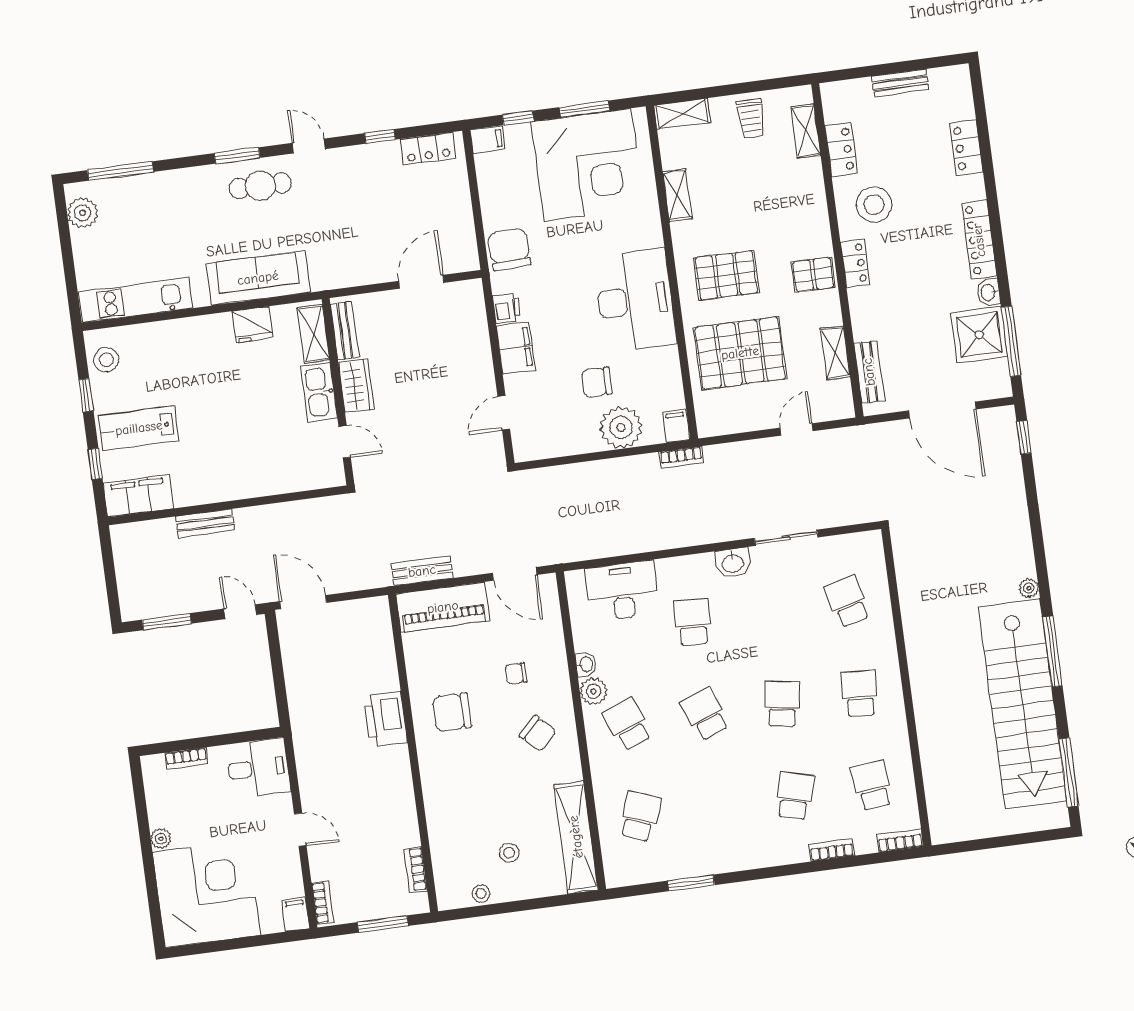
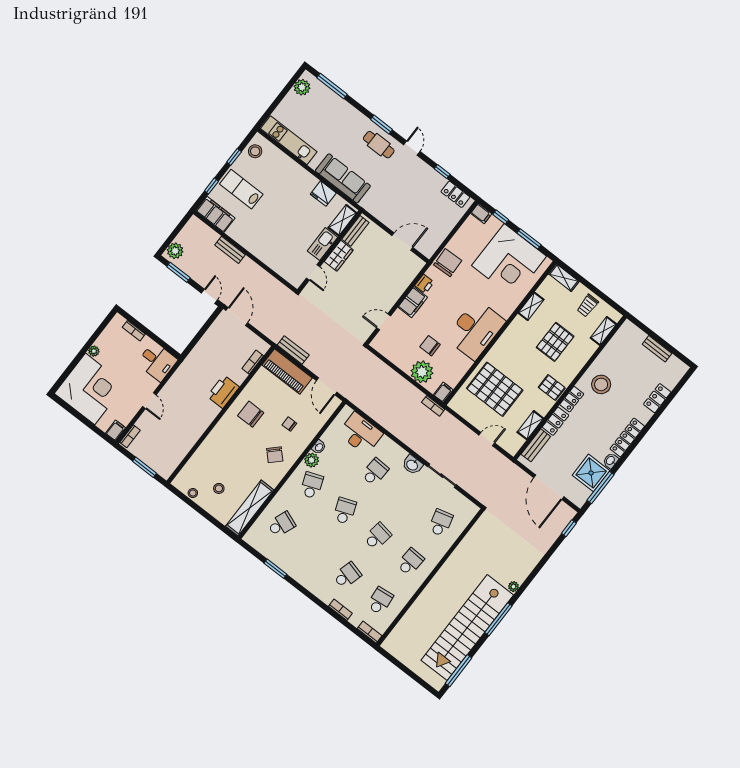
locker: (841, 150) -> (555, 421), moved
pallet: (726, 275) -> (555, 342), moved, turned 90
plant: (134, 598) -> (175, 251), added
bookcase: (416, 870) -> (253, 362), moved

